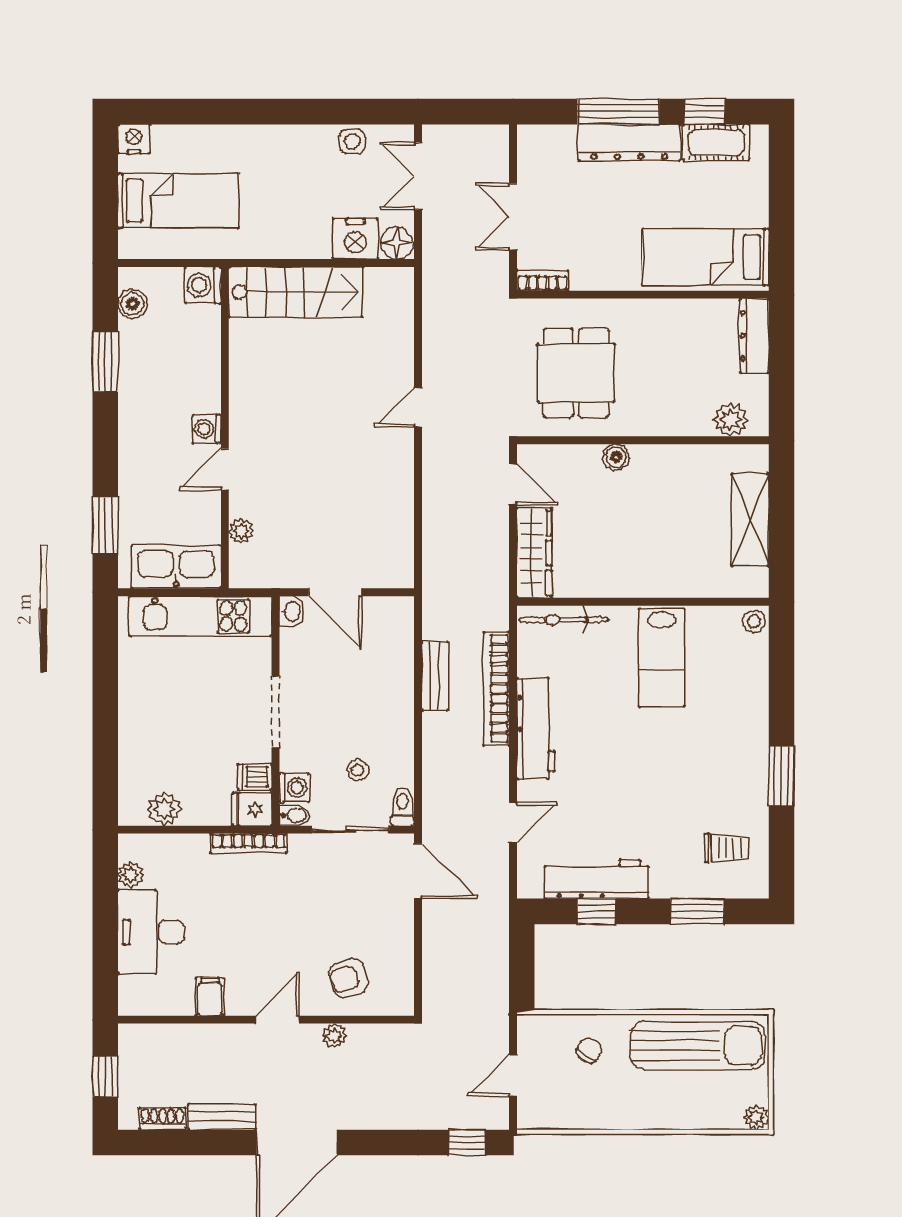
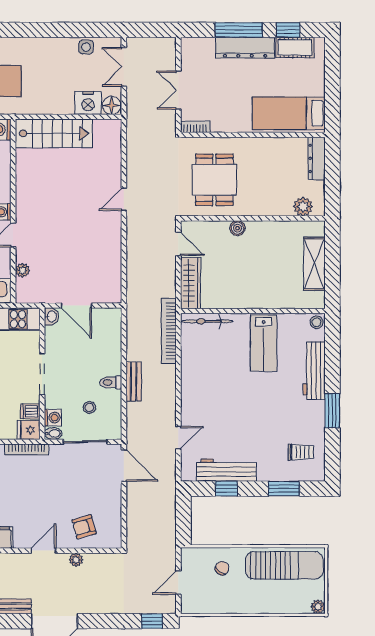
bench: (435, 676) -> (134, 382), moved
bookcase: (496, 689) -> (169, 331), moved
workbench: (536, 729) -> (314, 371), moved, turned 180
toilet: (402, 807) -> (111, 382), moved, turned -90

